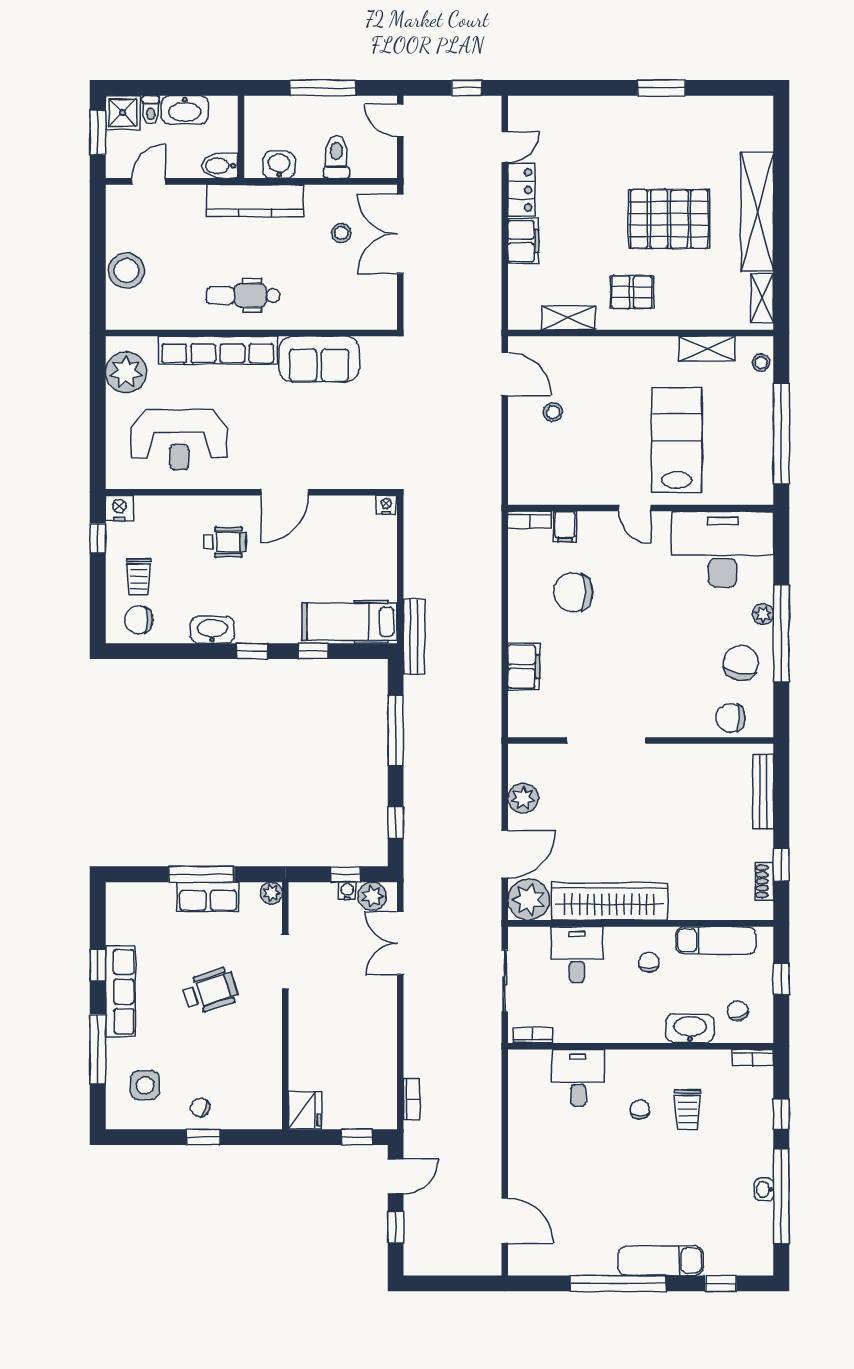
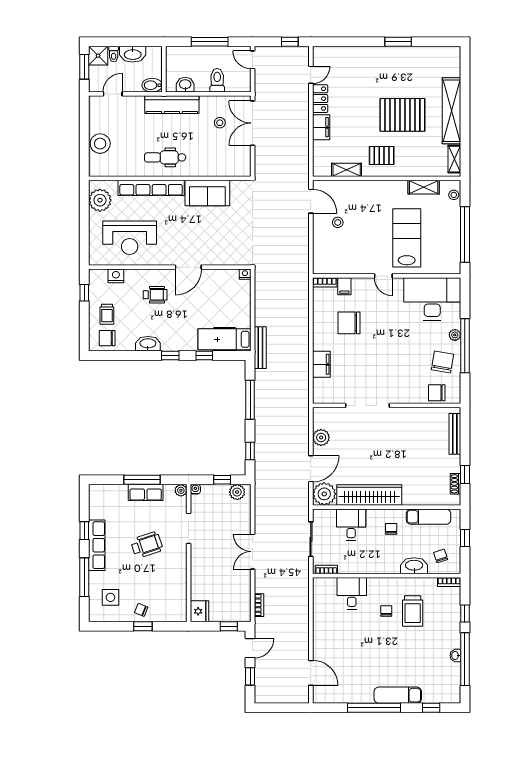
nightstand: (119, 508) -> (116, 276), moved
water cooler: (347, 891) -> (195, 489), moved
double door: (400, 943) -> (253, 552), moved
trolley: (687, 1110) -> (413, 611), width x1.36, depth x1.39

